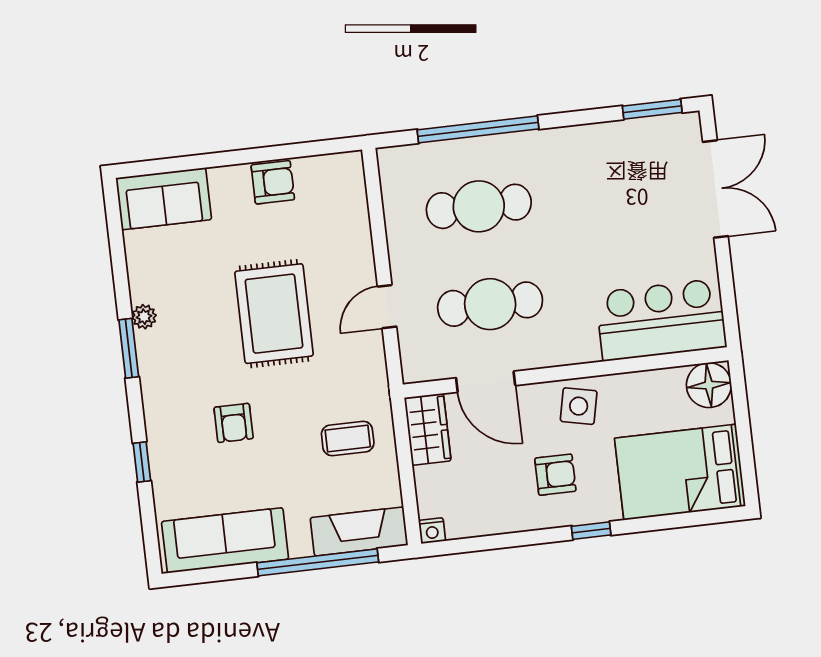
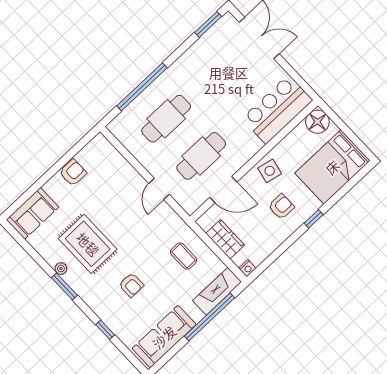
rug: (274, 314) -> (88, 244), moved
wardrobe: (428, 429) -> (225, 239), moved
coffee table: (348, 439) -> (184, 256), turned 90

